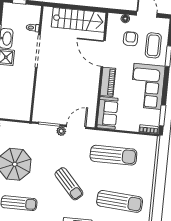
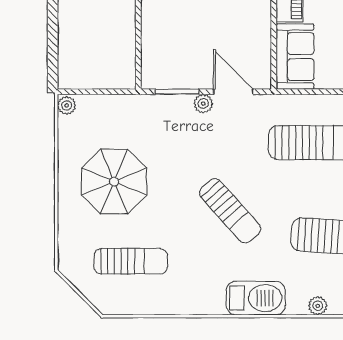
door: (76, 127) -> (233, 92), hinge flipped

